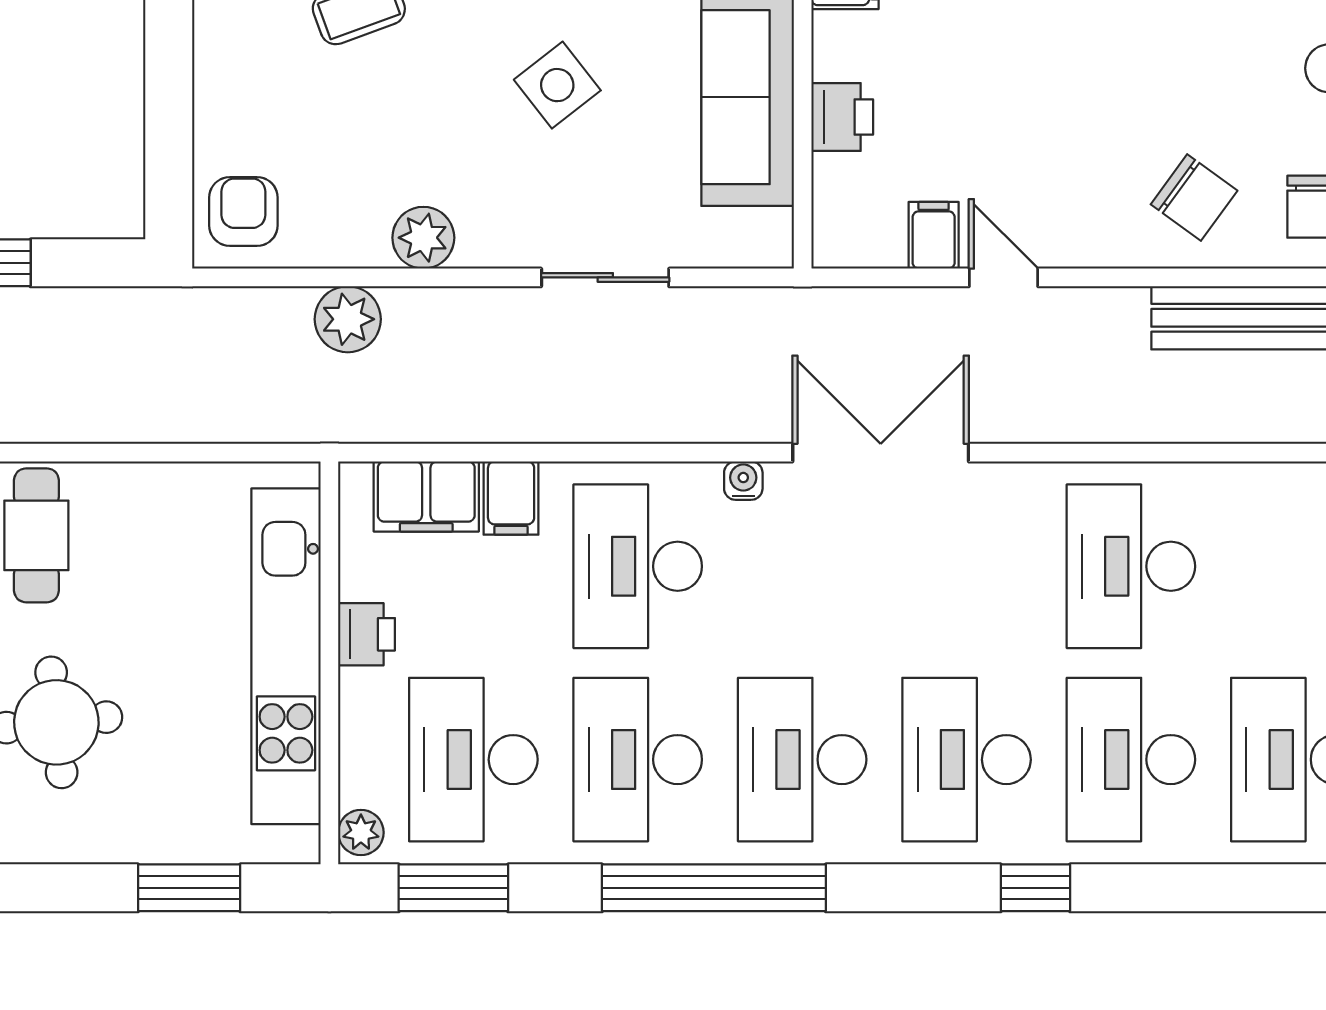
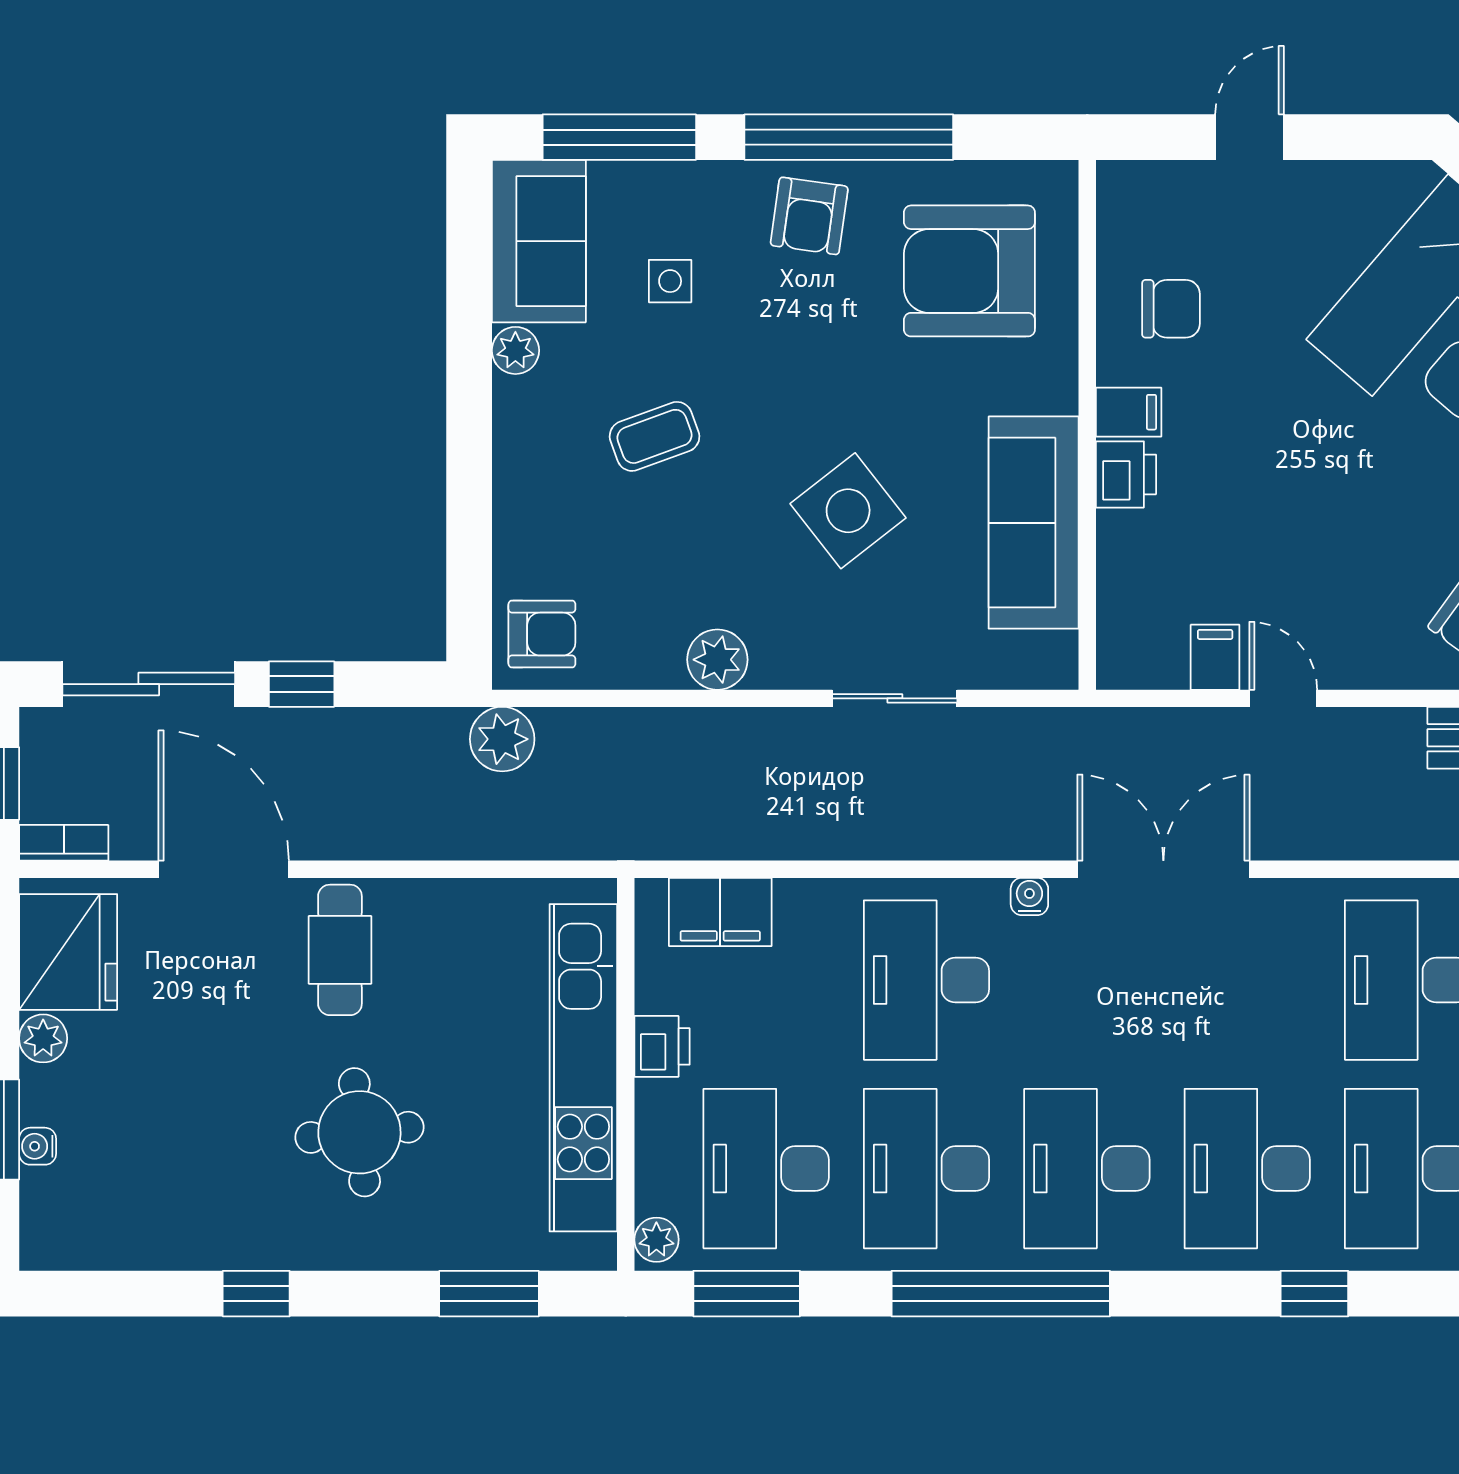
side table: (557, 85) -> (848, 511), width x1.37, depth x1.37
printer: (842, 117) -> (1126, 474), moved
armchair: (243, 211) -> (542, 634), turned 90
plant: (348, 319) -> (502, 739), moved
filing cabinet: (511, 498) -> (803, 913), removed

